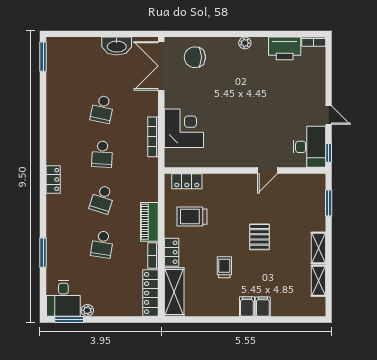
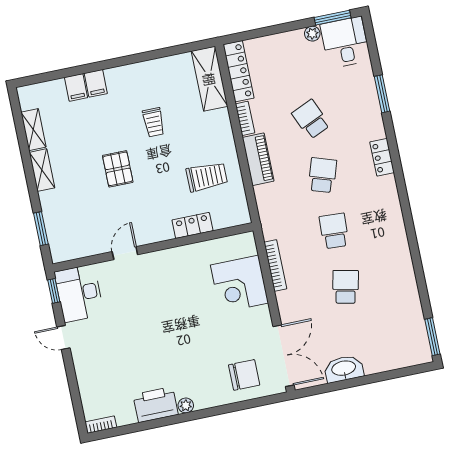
printer: (285, 48) -> (156, 405), moved
locker: (53, 180) -> (382, 157), moved
locker: (187, 181) -> (192, 225), moved
school desk: (102, 244) -> (311, 119), turned -33
locker: (171, 252) -> (223, 127), removed
filing cabinet: (247, 307) -> (76, 87), moved

